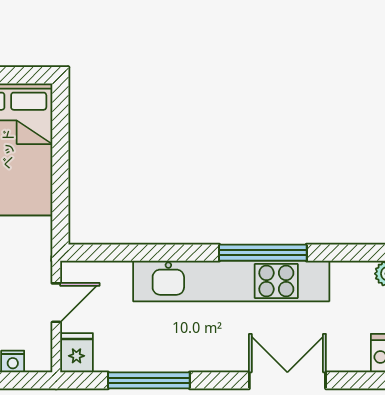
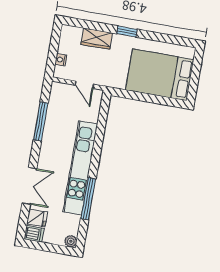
window: (263, 253) -> (88, 199), moved
fridge: (76, 353) -> (37, 218), moved

